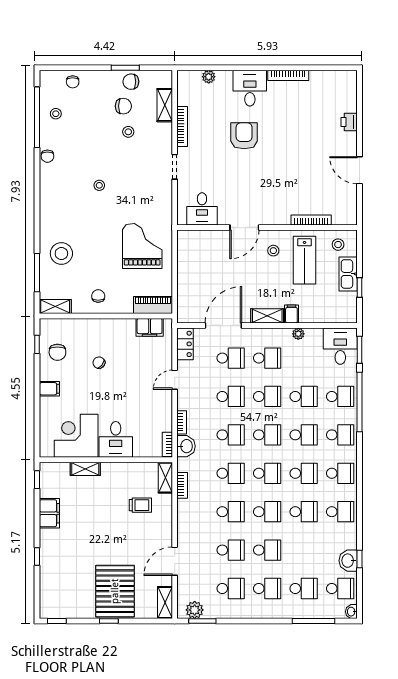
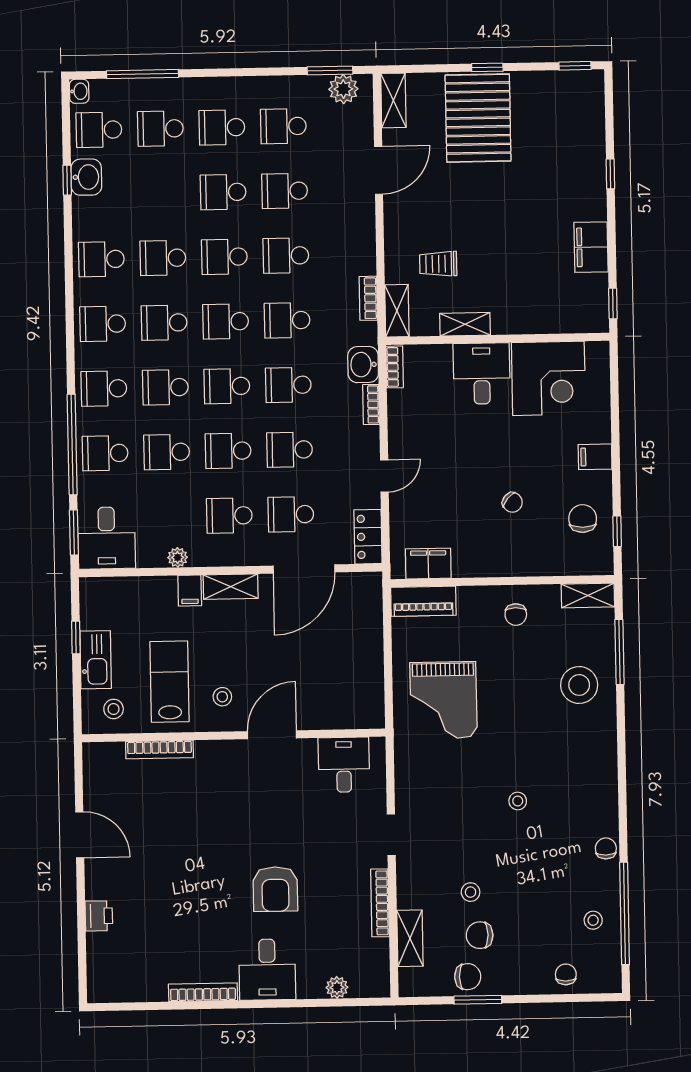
shelving: (85, 469) -> (465, 324), moved

